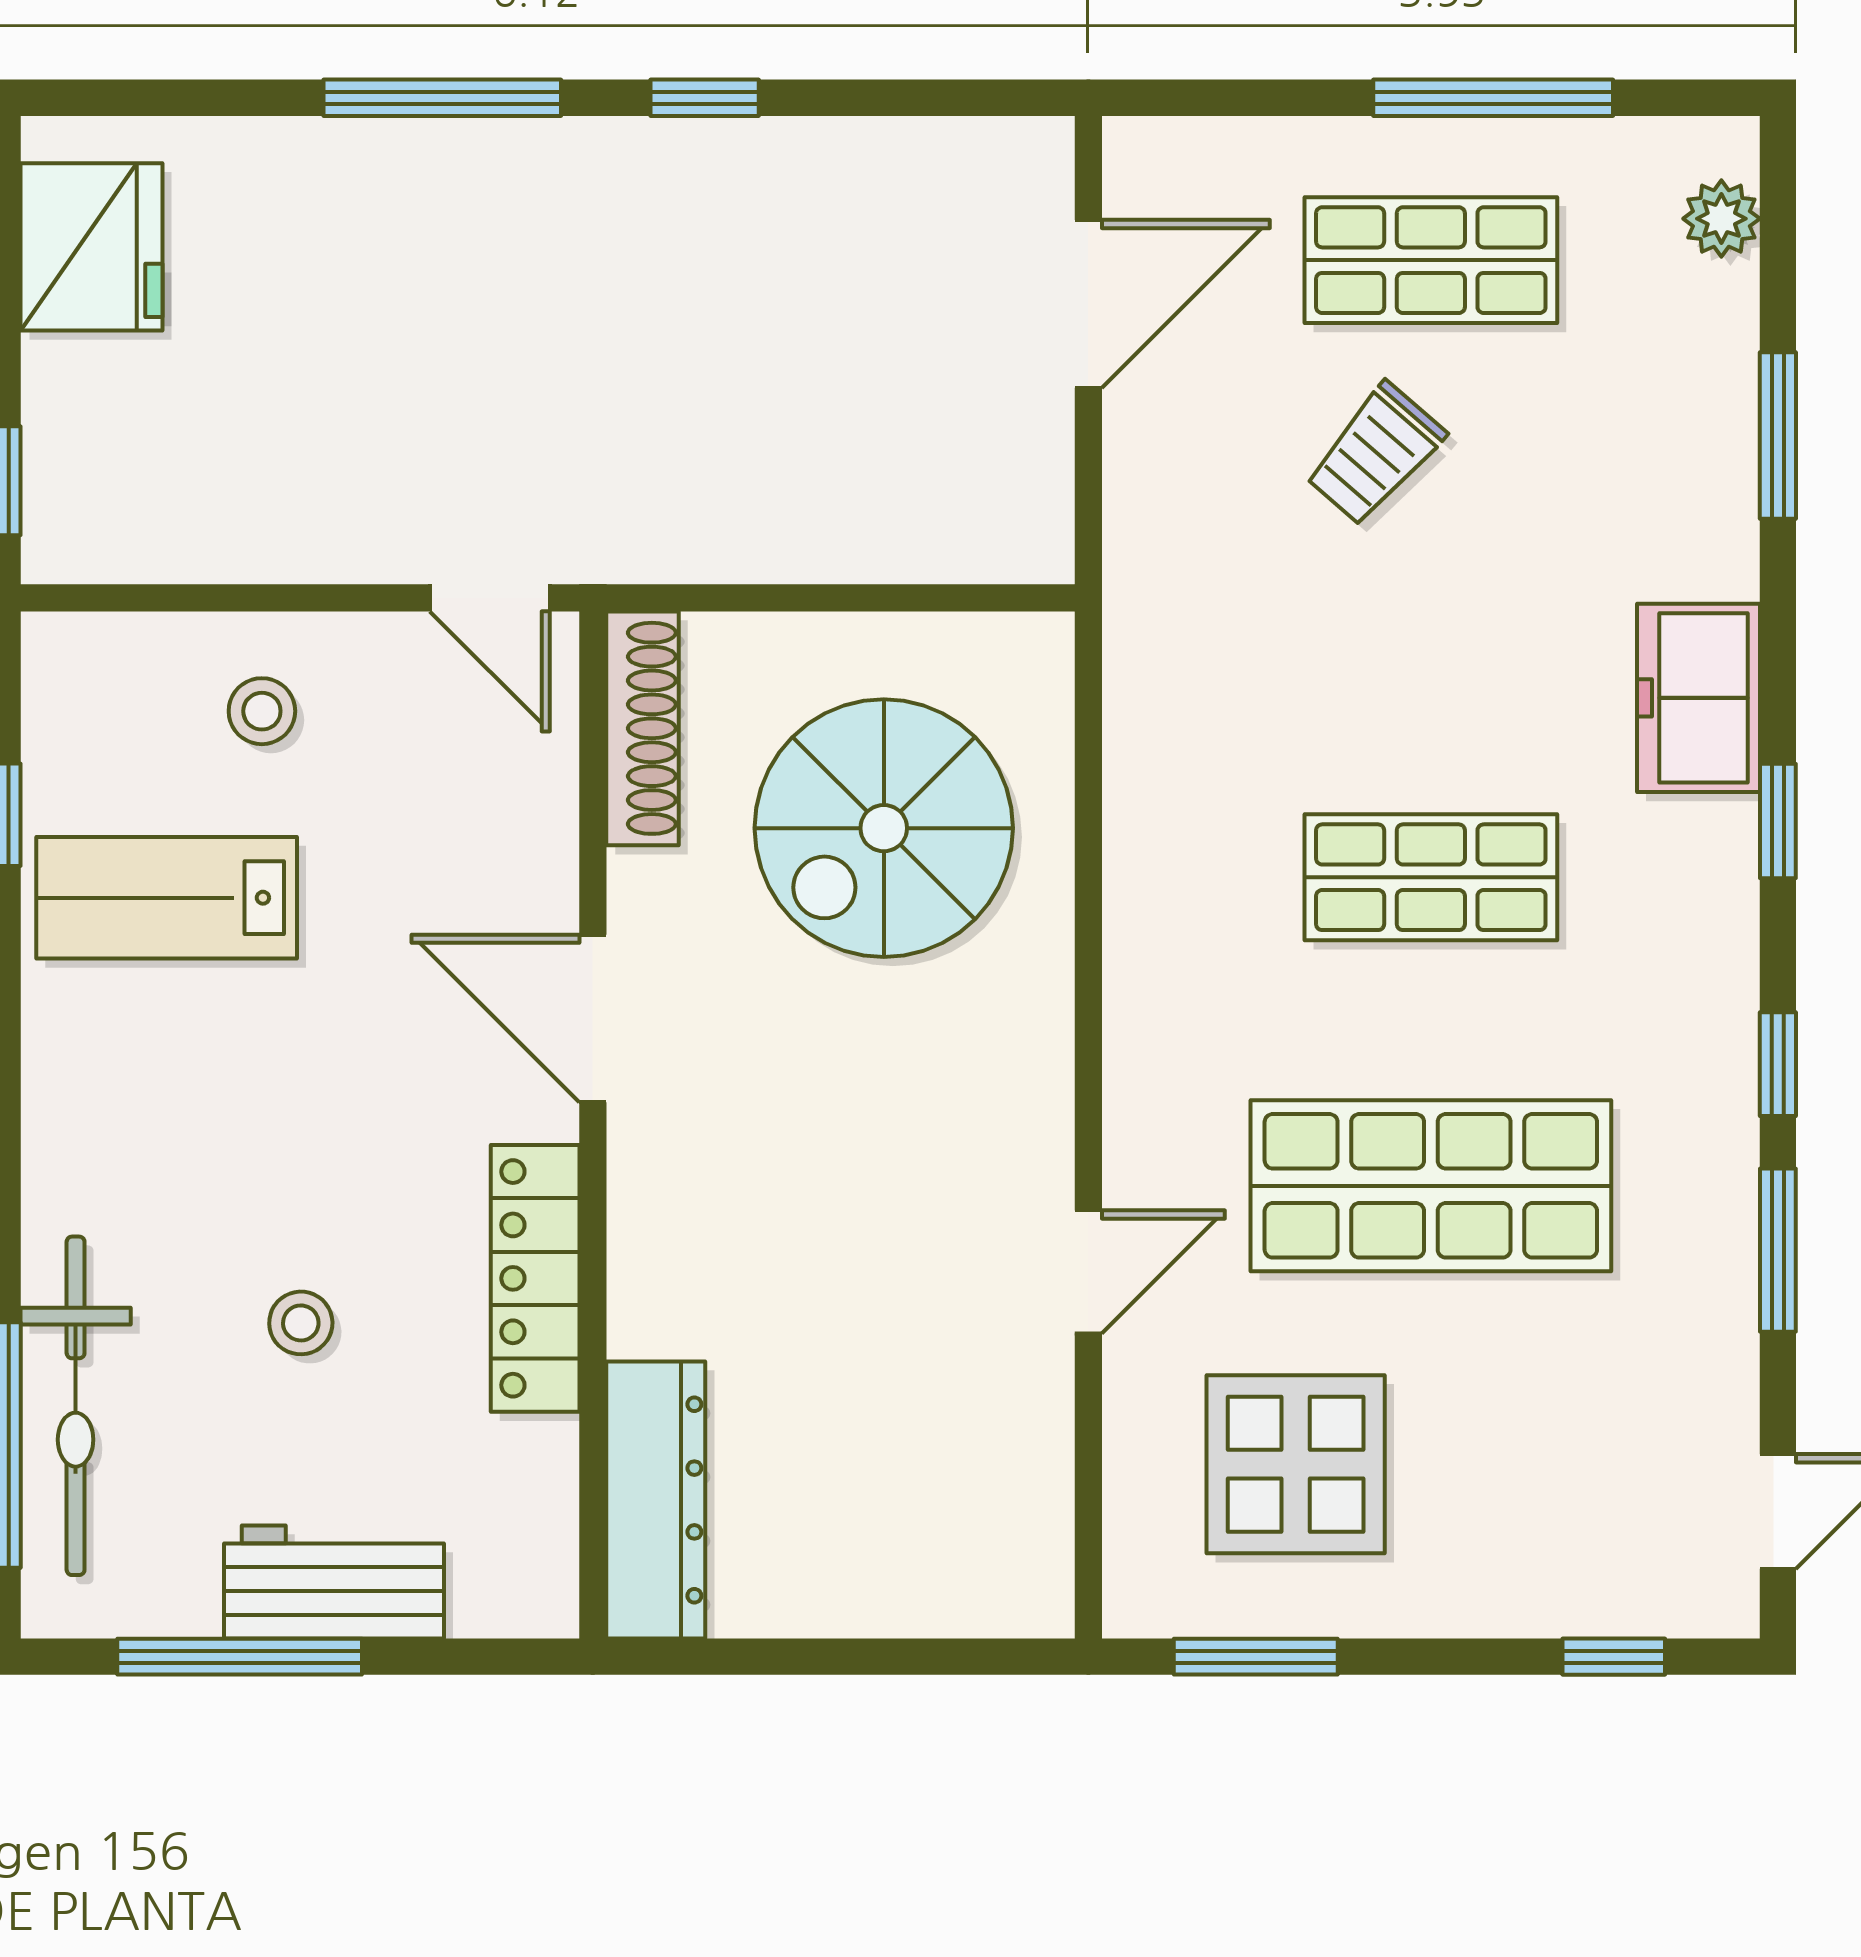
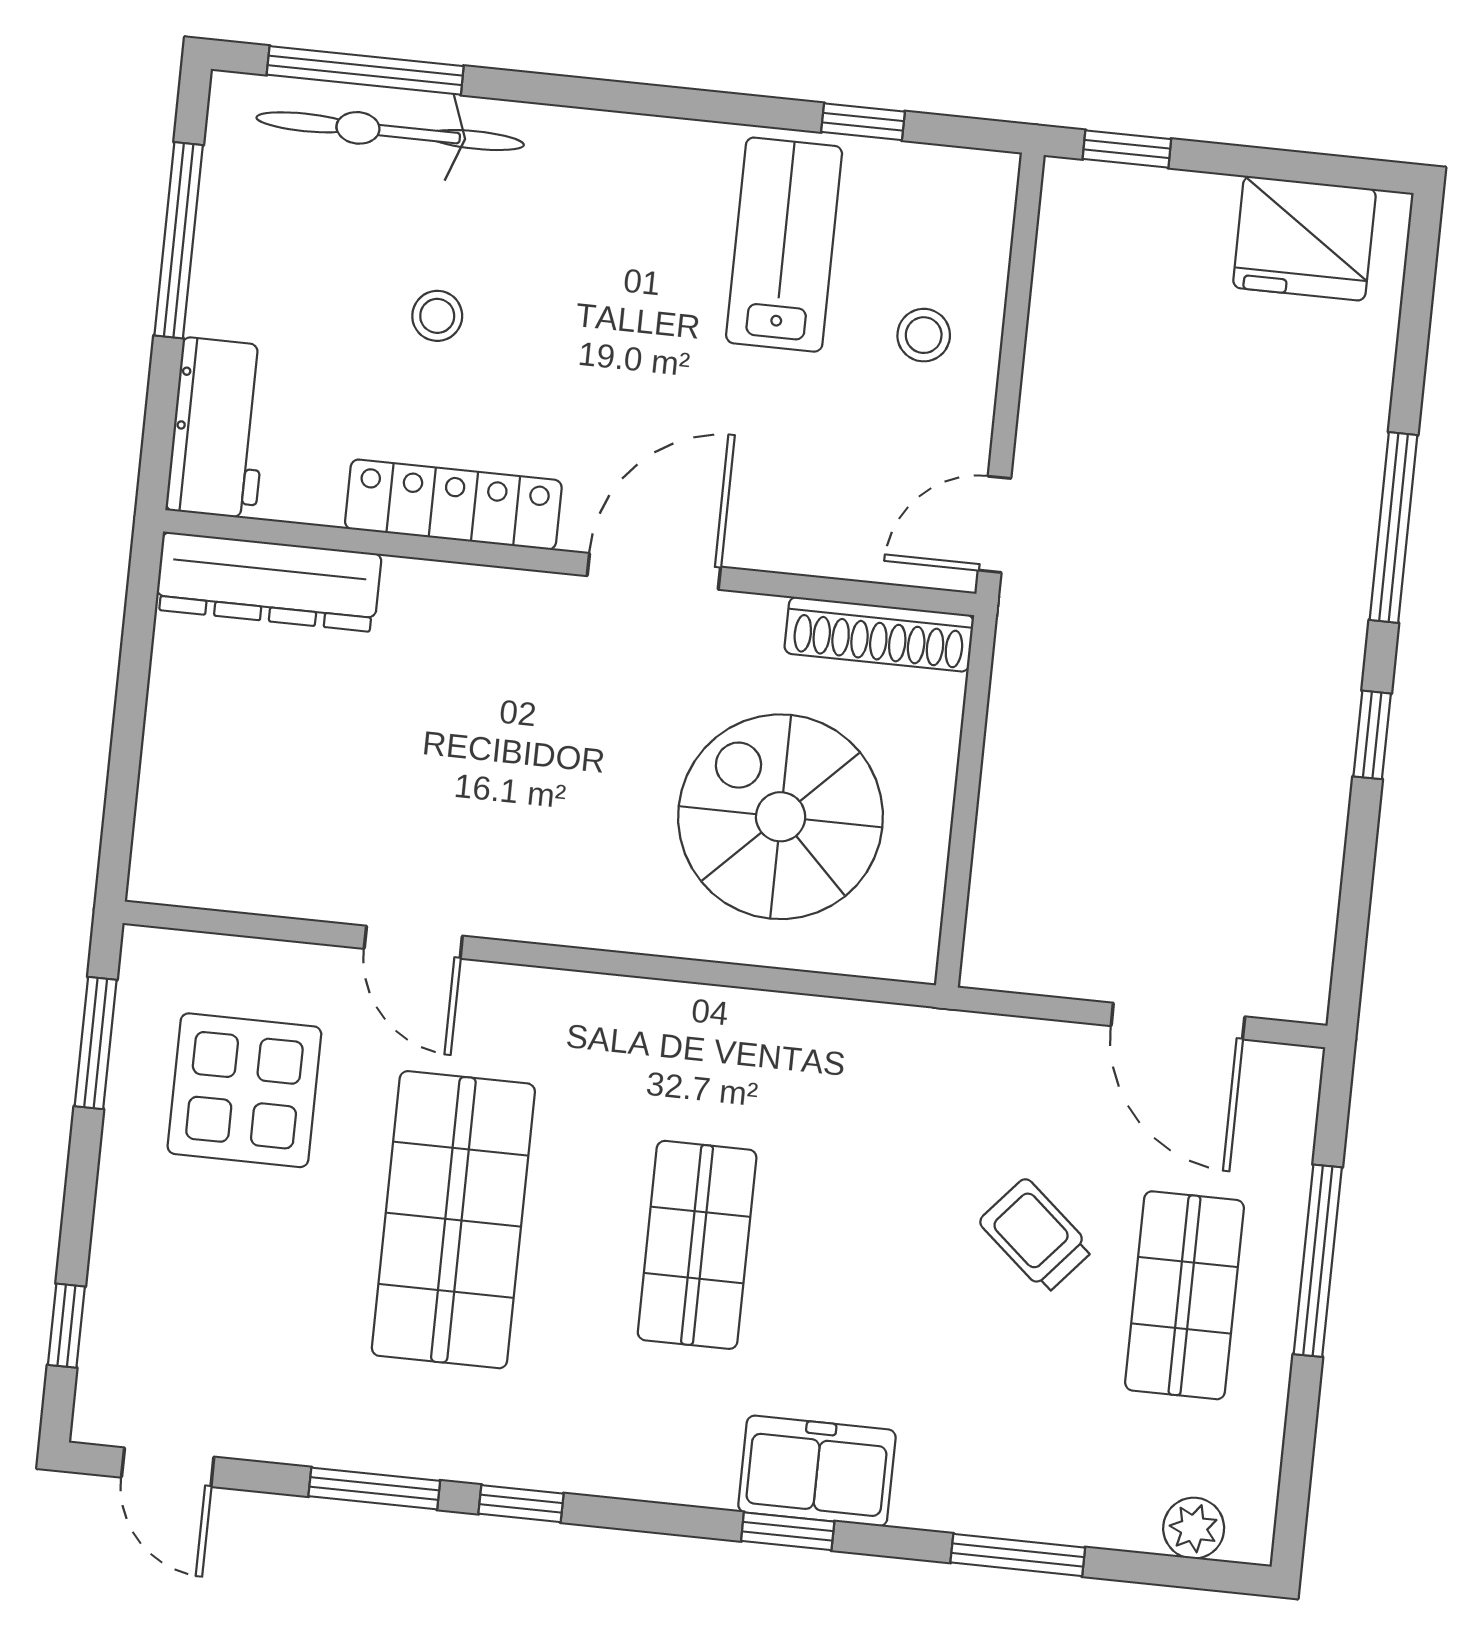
window: (1493, 98) -> (1318, 1261), moved
window: (1778, 821) -> (788, 1531), moved
workbench: (334, 1582) -> (219, 428), moved

